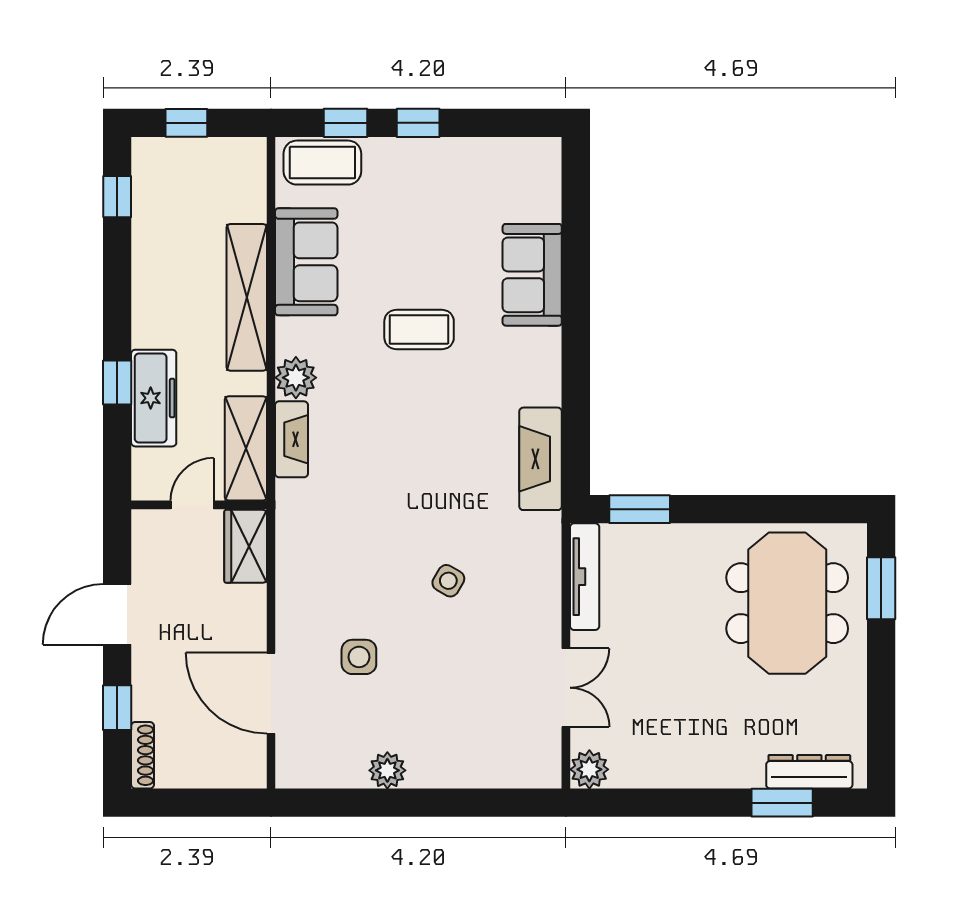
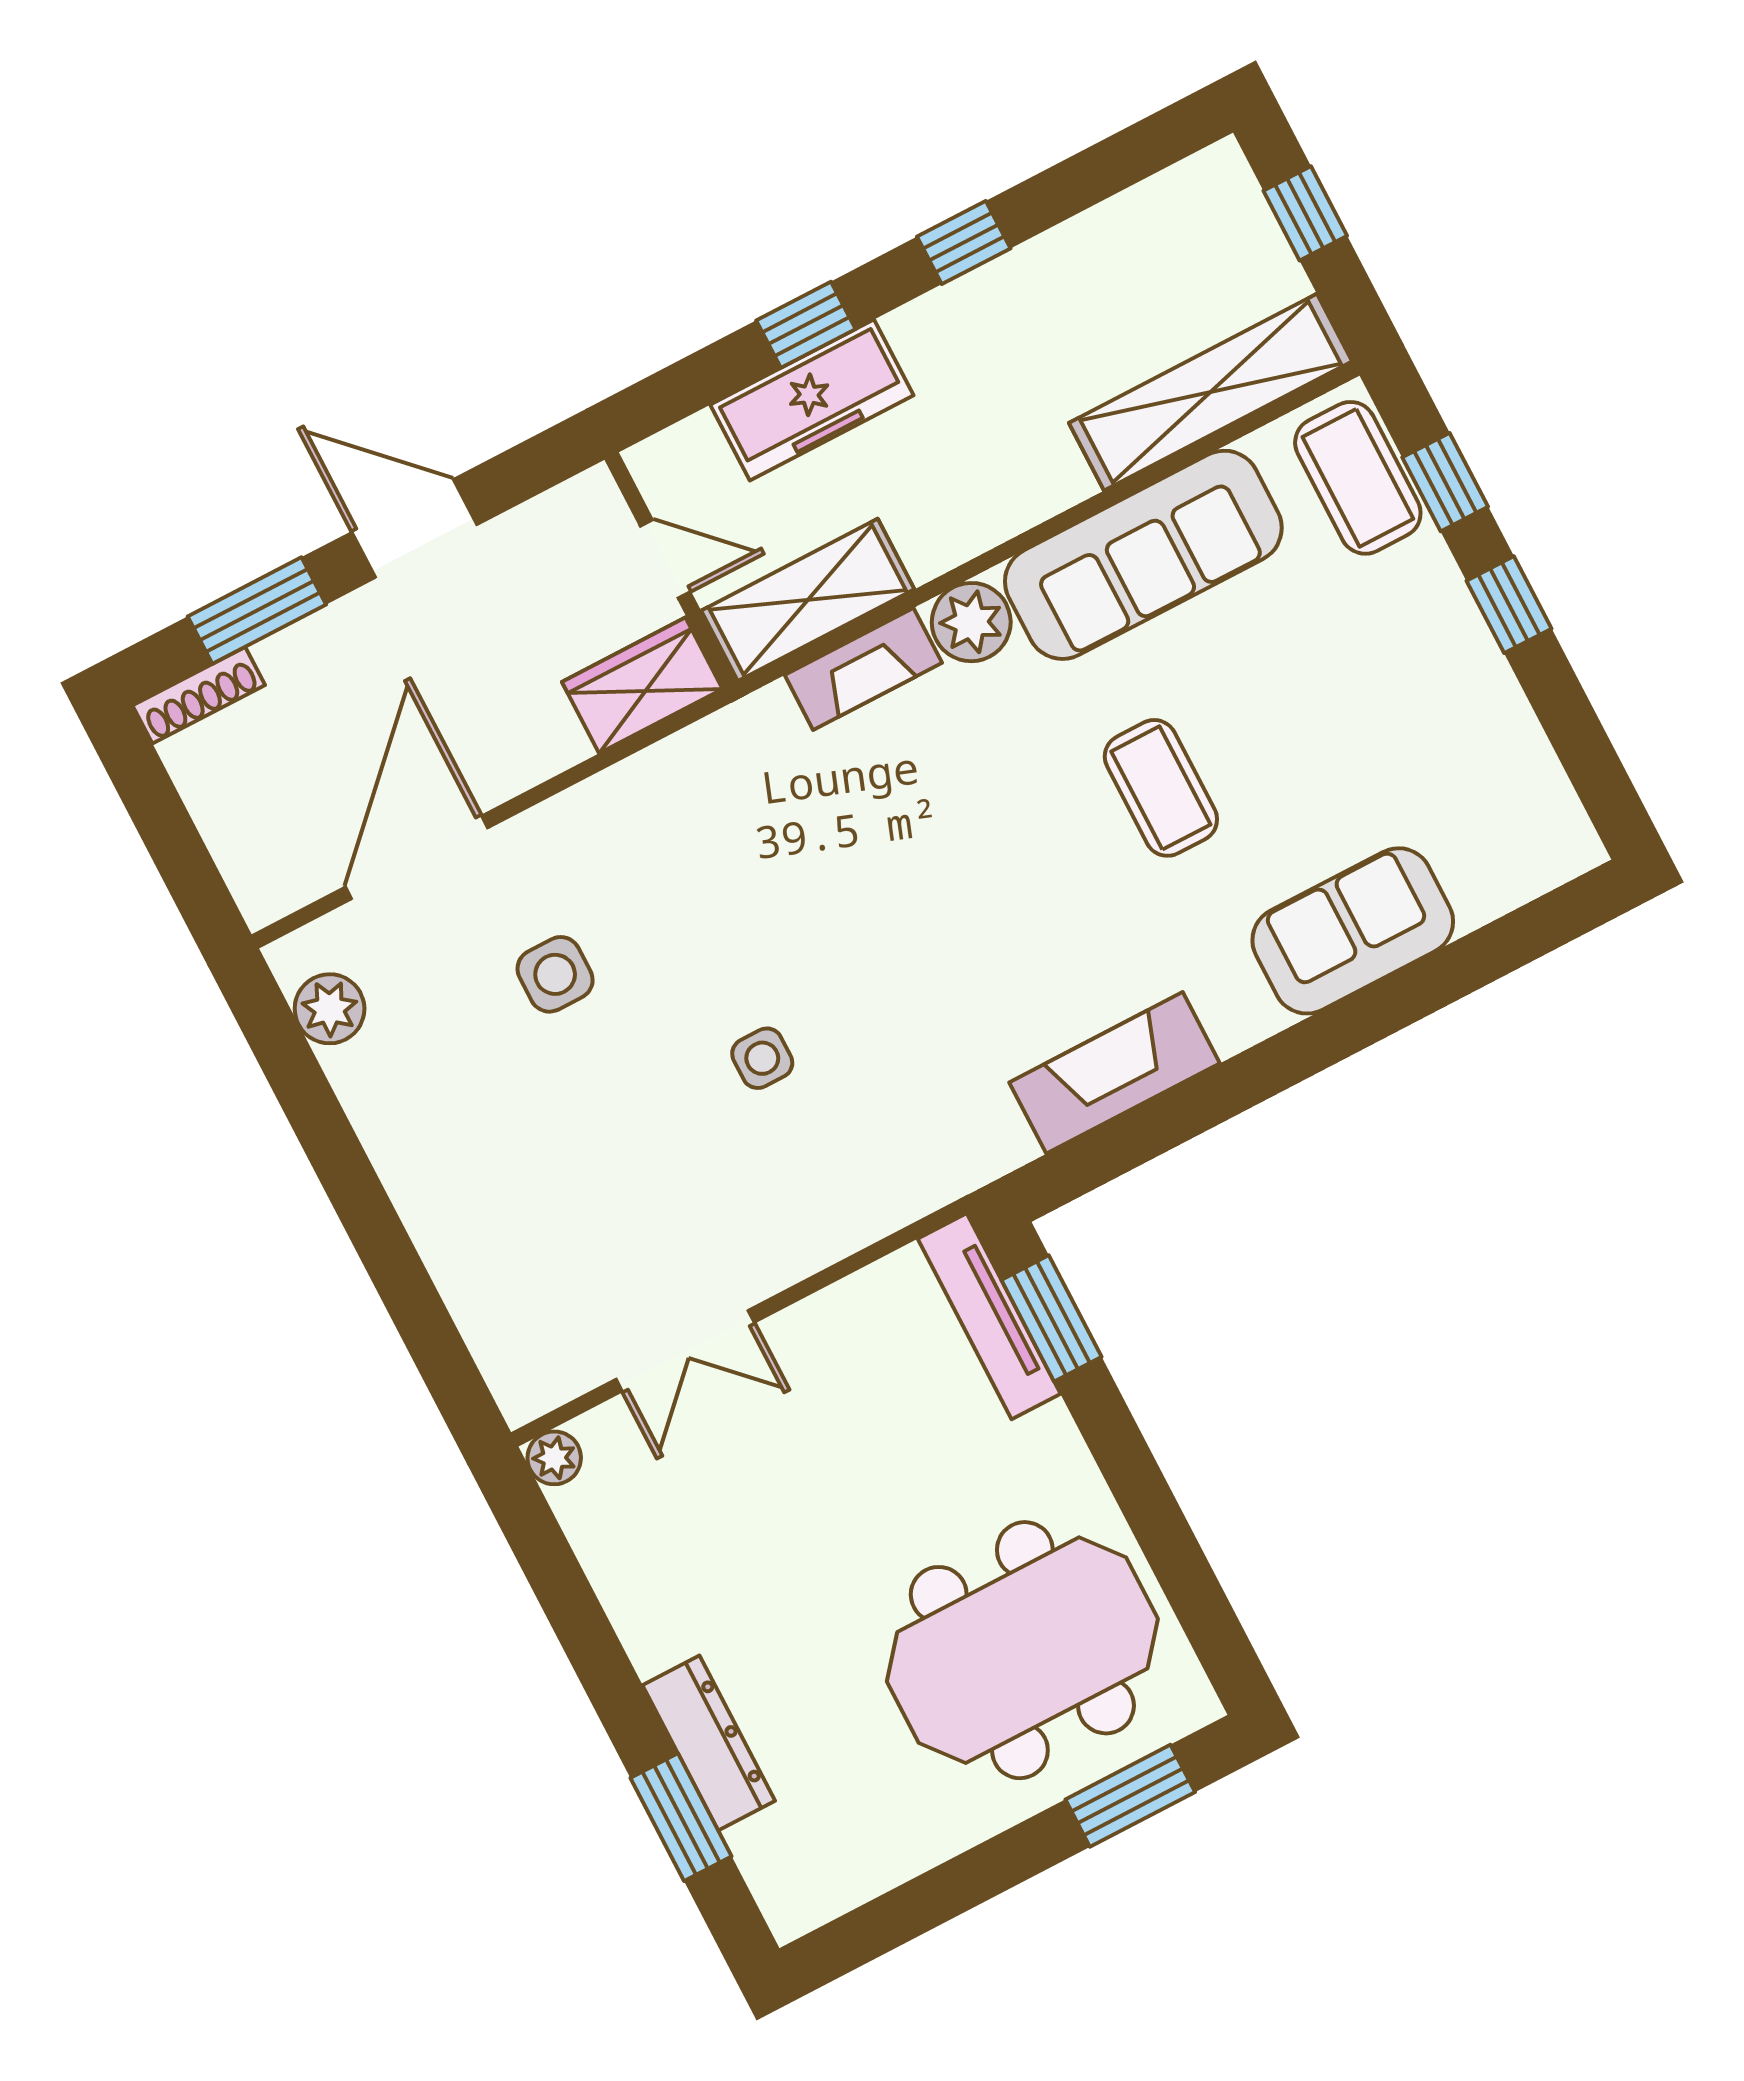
window: (117, 197) -> (964, 242), moved
sofa: (306, 262) -> (1143, 555), width x1.36
shelving: (247, 297) -> (1211, 392), moved
fireplace: (541, 459) -> (1114, 1073), moved
tv unit: (585, 577) -> (989, 1316), moved, turned 90
side table: (448, 581) -> (762, 1058), turned -30
window: (117, 708) -> (257, 610), width x1.50
plant: (589, 769) -> (554, 1458), width x0.73, depth x0.73
plant: (387, 770) -> (330, 1009), moved
dresser: (809, 772) -> (709, 1743), moved

